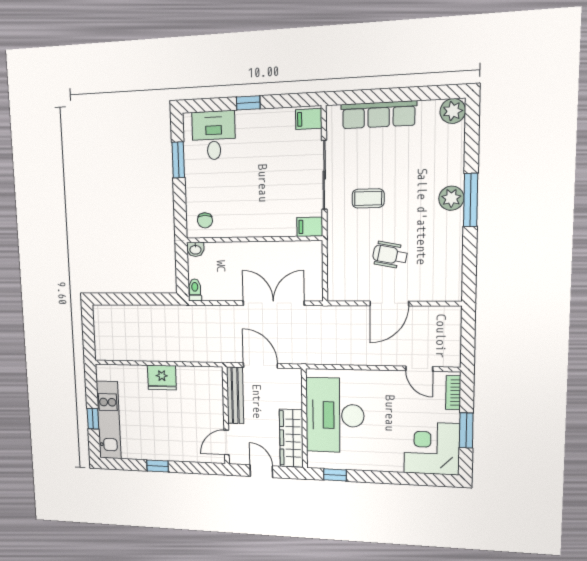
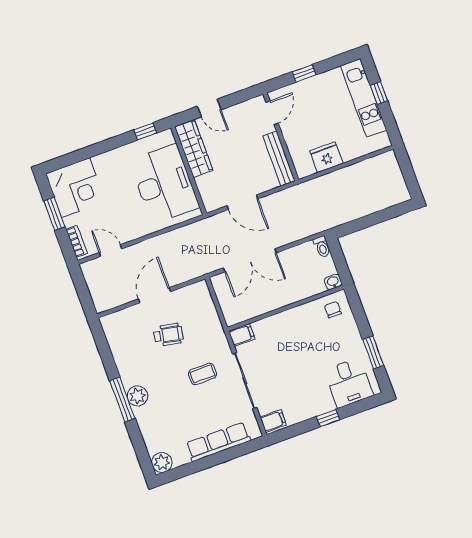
bench: (235, 395) -> (279, 159), moved
wall: (226, 416) -> (281, 137), moved
door: (227, 442) -> (272, 113), moved

